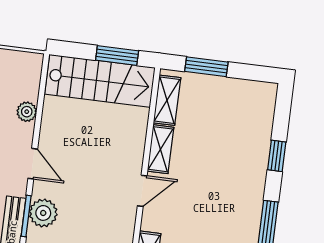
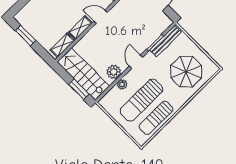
window: (117, 55) -> (79, 89), moved
window: (206, 67) -> (25, 35), moved
plant: (43, 213) -> (114, 72), moved

